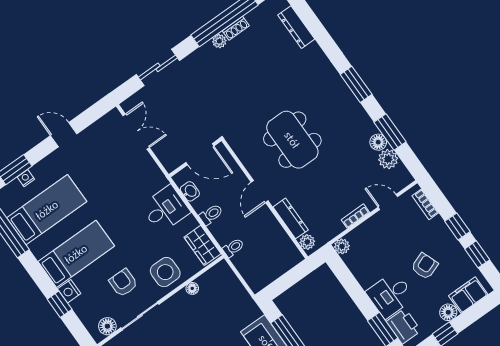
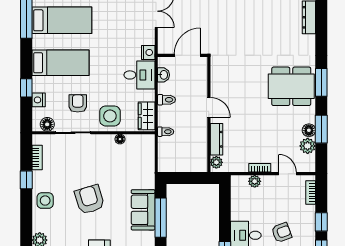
dining table: (292, 140) -> (291, 86), moved, turned 90
door: (200, 154) -> (187, 55), swing flipped
nightstand: (158, 180) -> (148, 52), added
door: (260, 192) -> (209, 107), swing flipped
plant: (342, 246) -> (255, 181), moved
nightstand: (69, 291) -> (39, 100), moved

